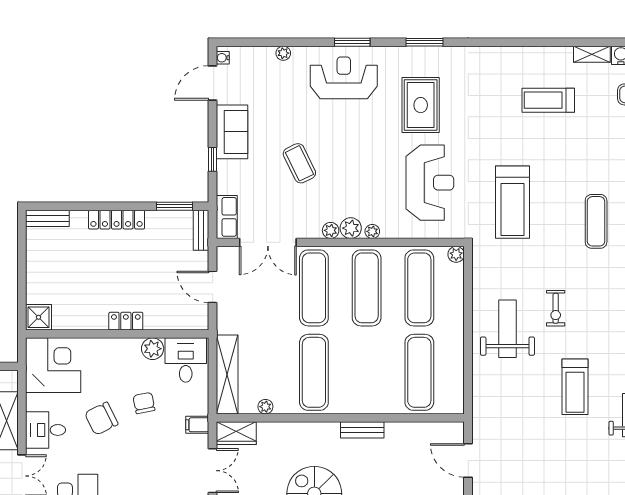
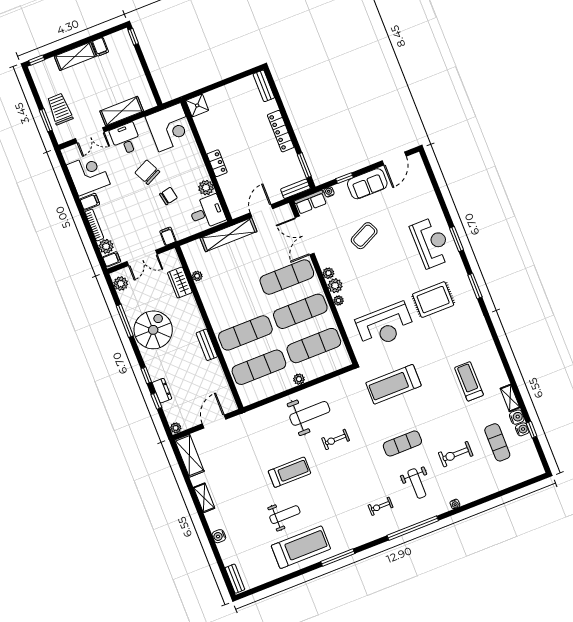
plant: (283, 53) -> (432, 197), removed
water cooler: (223, 58) -> (329, 192), moved
door: (213, 83) -> (394, 159), swing flipped
plant: (456, 254) -> (299, 379), moved
exercise mat: (314, 372) -> (245, 333), moved
shelving: (227, 374) -> (229, 235), moved
treadmill: (575, 387) -> (289, 472), turned 180
wardrobe: (236, 433) -> (180, 282), moved

